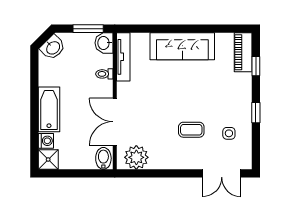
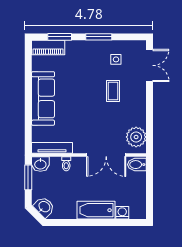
window: (256, 66) -> (60, 37), width x1.50
window: (256, 113) -> (99, 37), width x1.50
shower: (48, 160) -> (138, 211), removed

